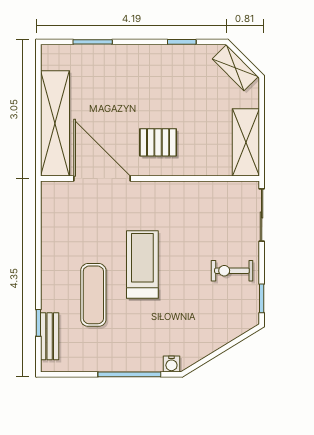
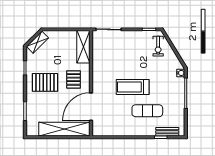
pallet: (152, 83) -> (45, 82), added
shelving: (246, 142) -> (83, 47), moved, turned 90
exercise bike: (232, 271) -> (158, 46), moved

